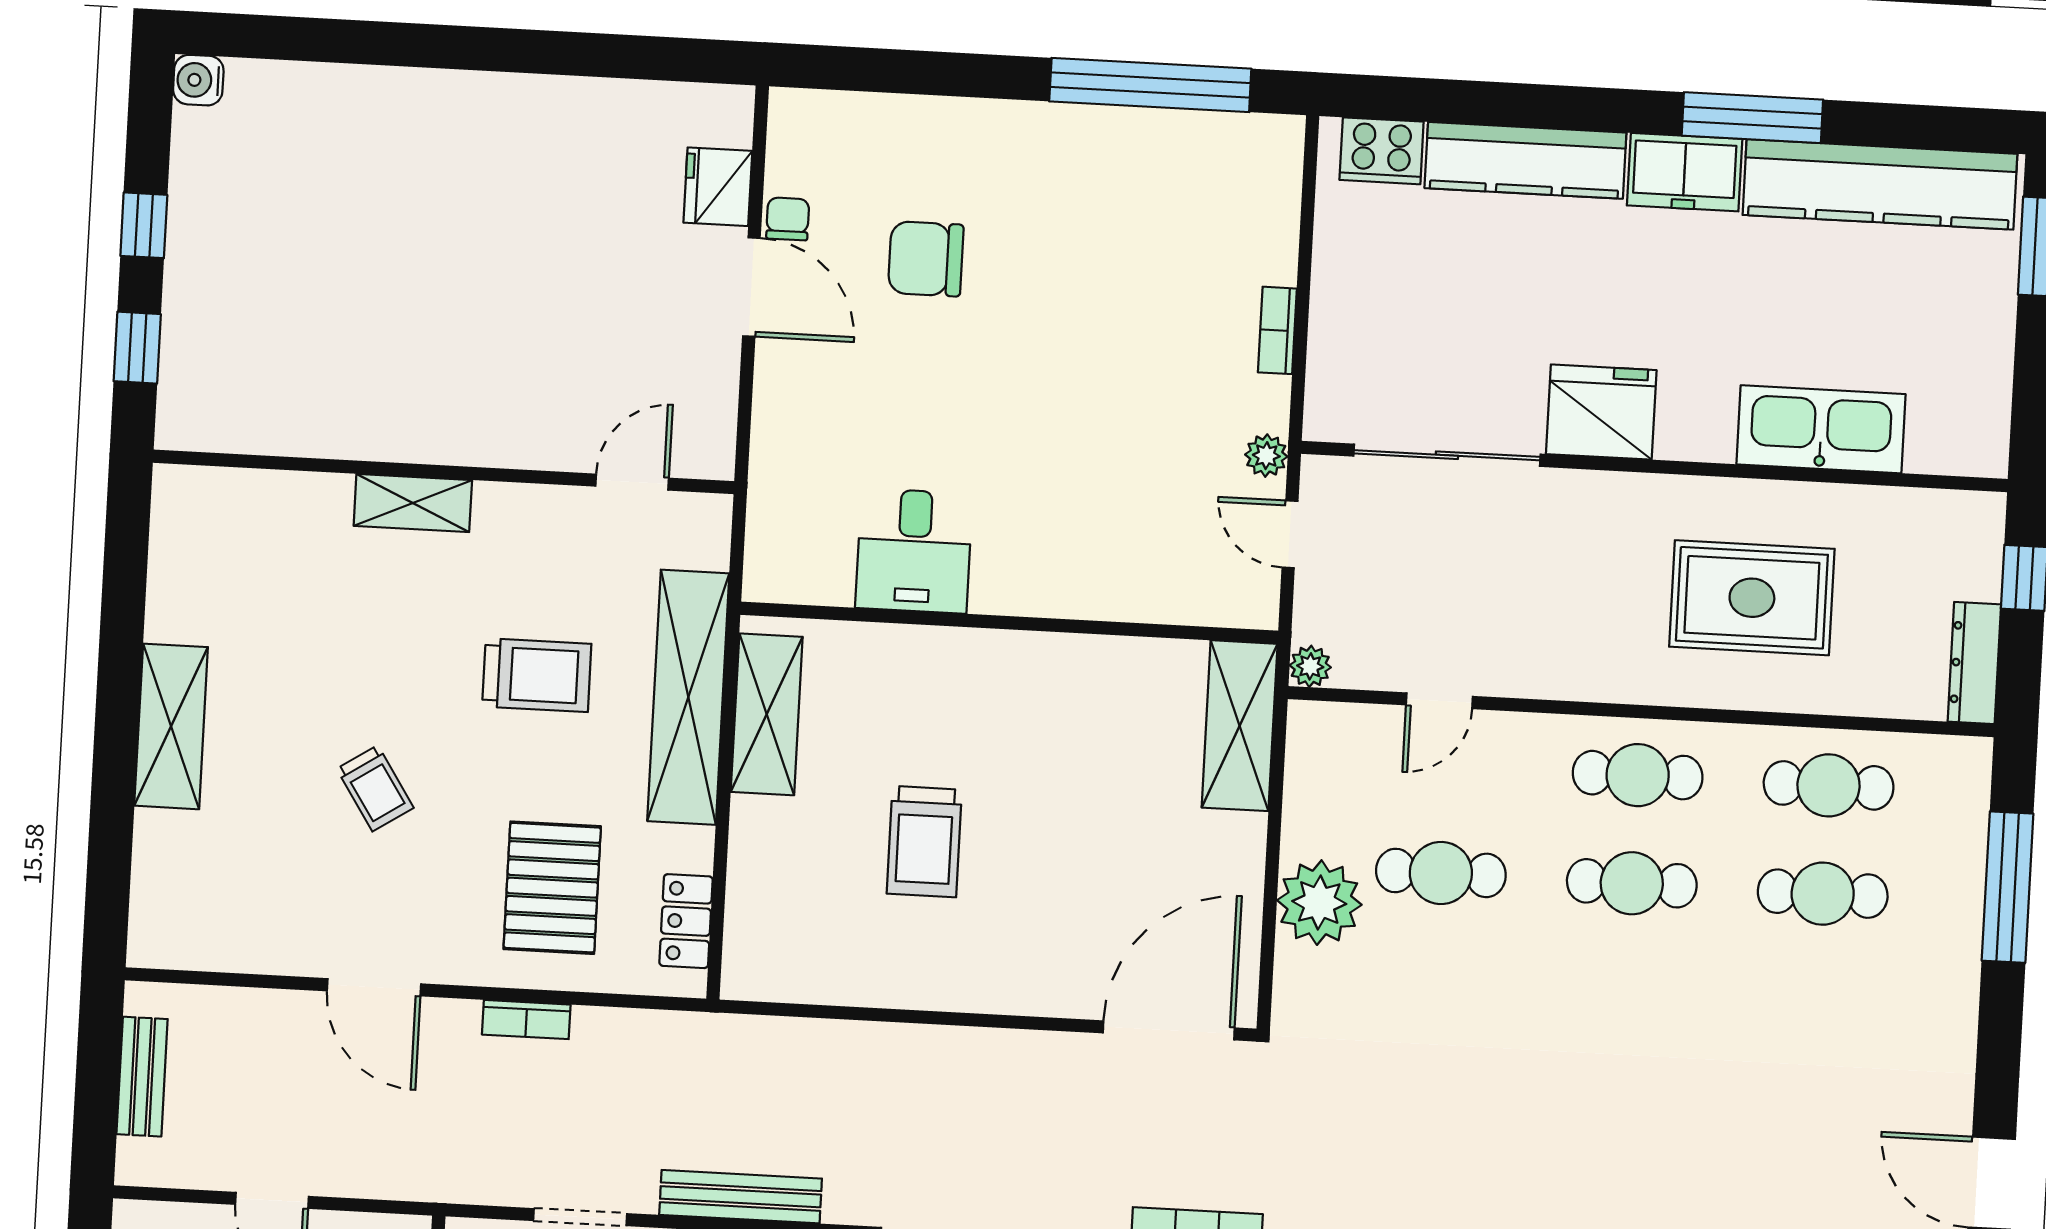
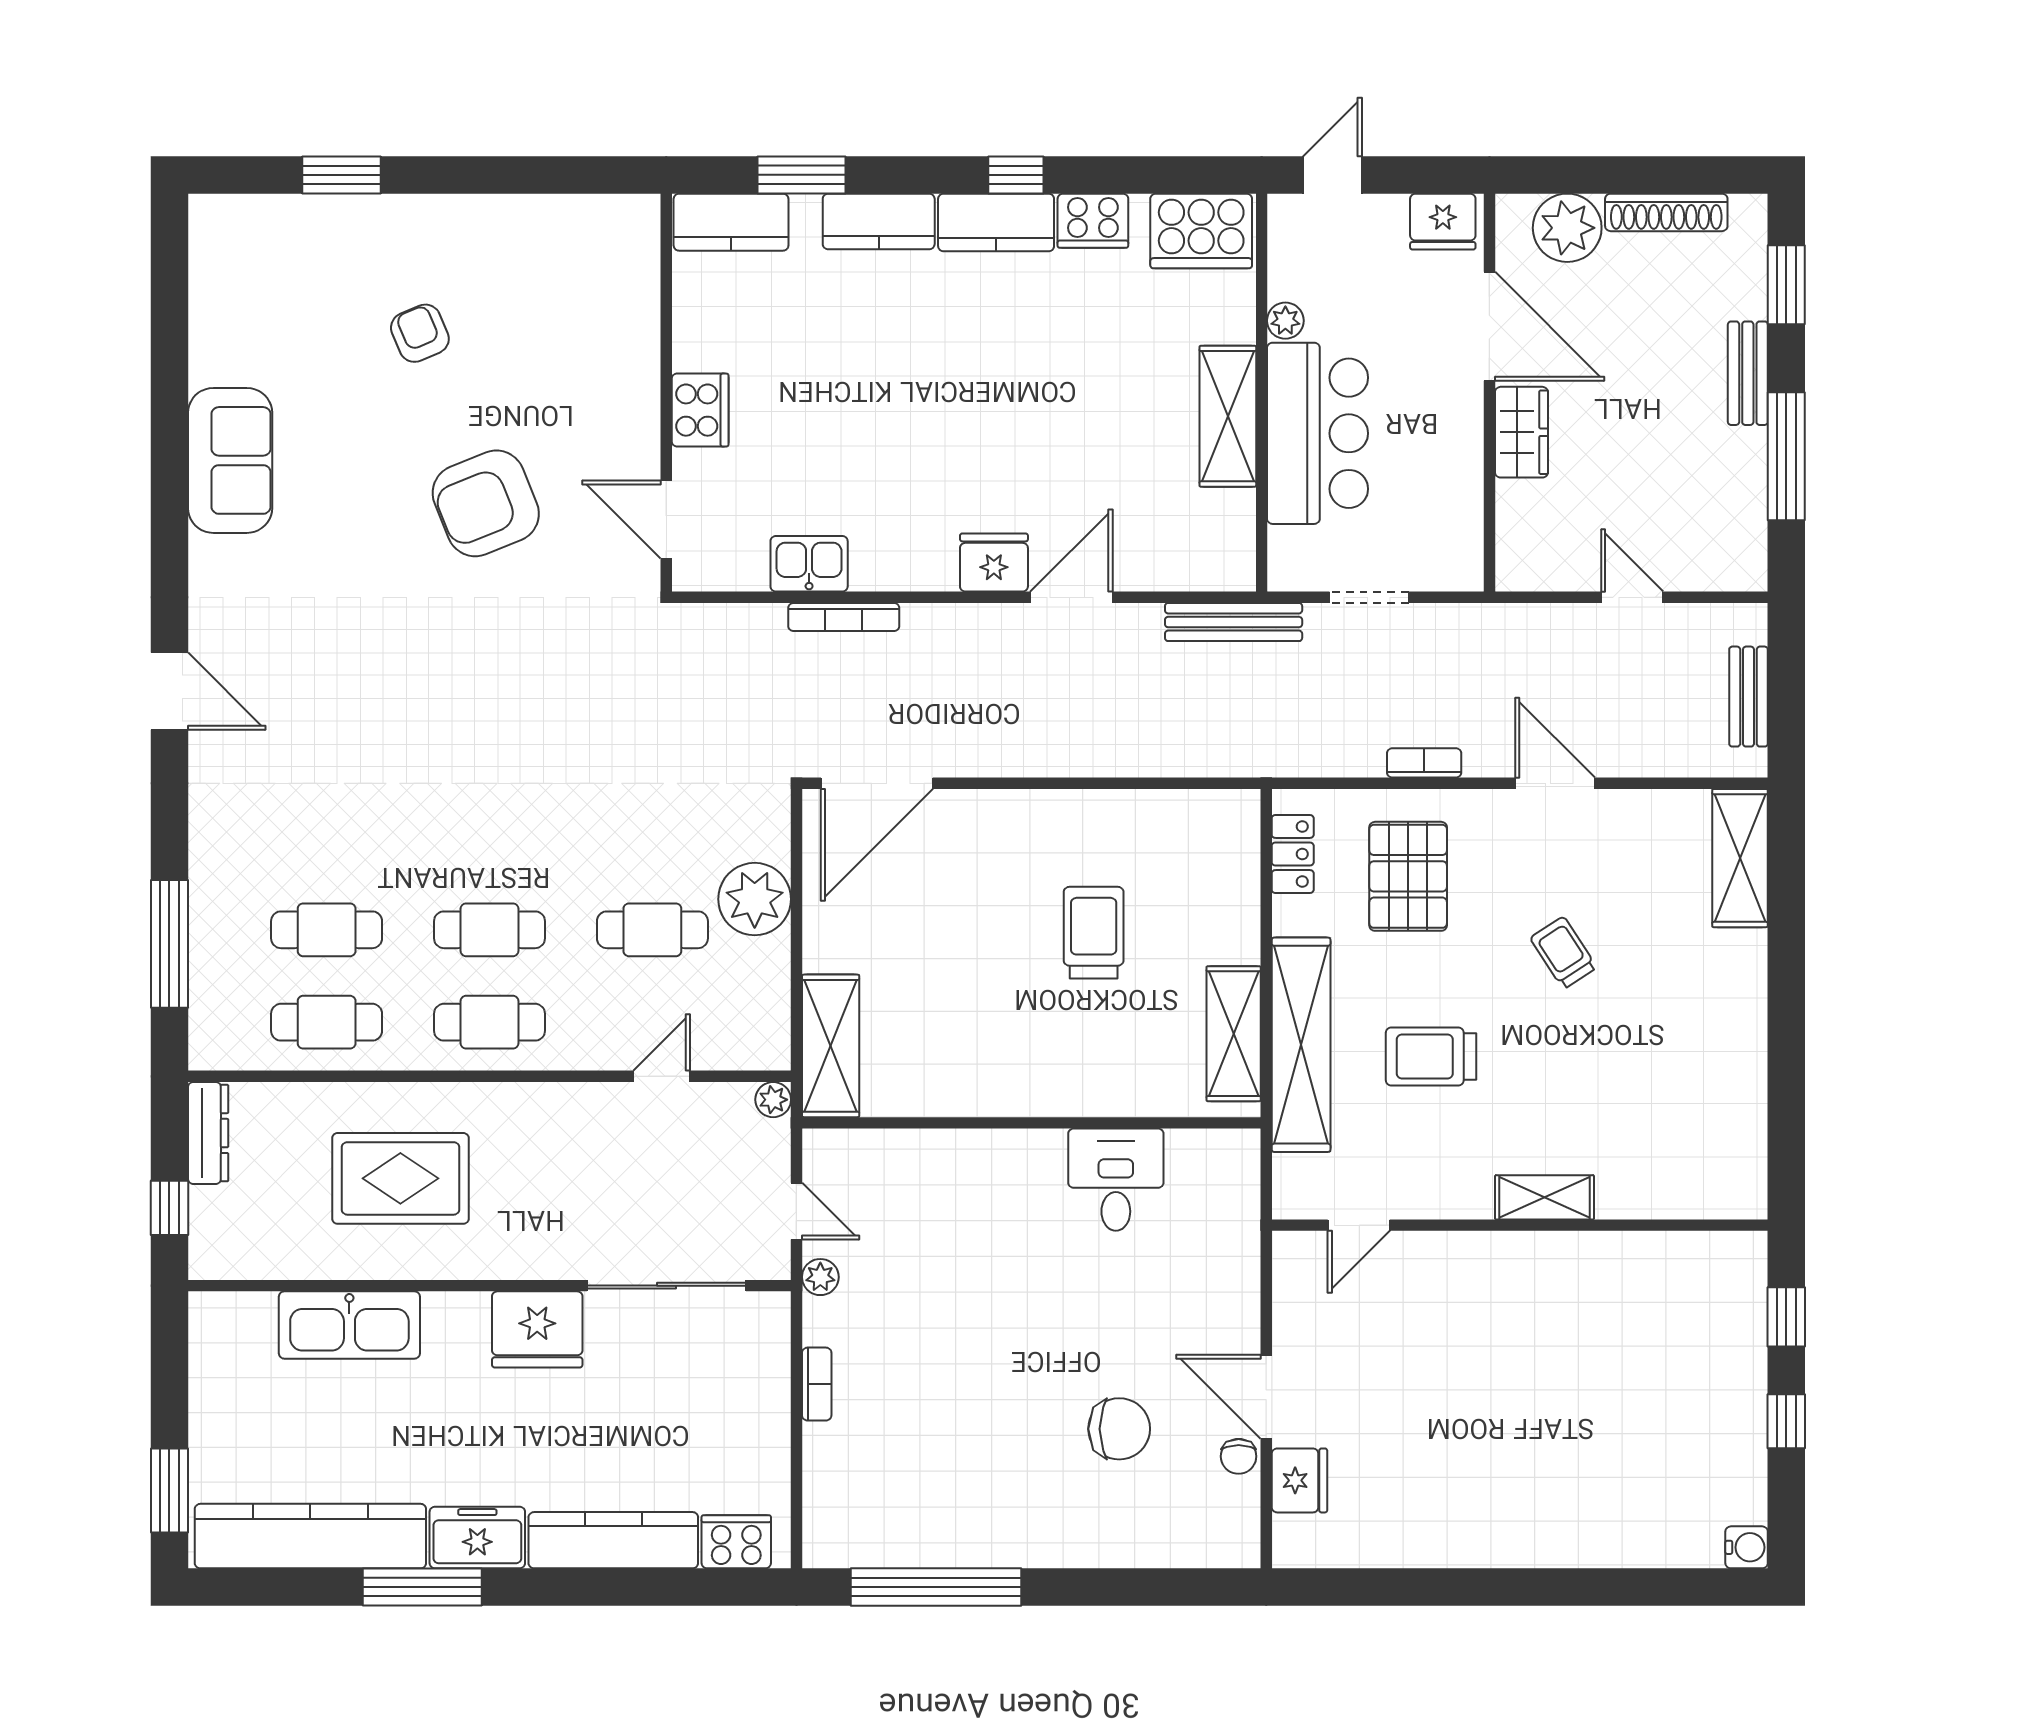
shelving: (171, 726) -> (1740, 858), moved

